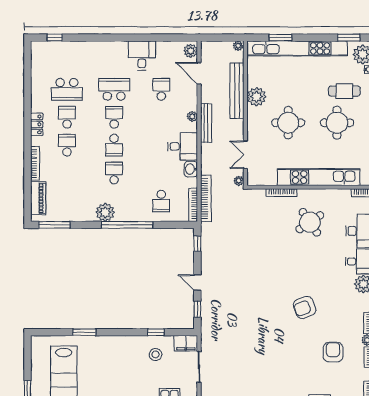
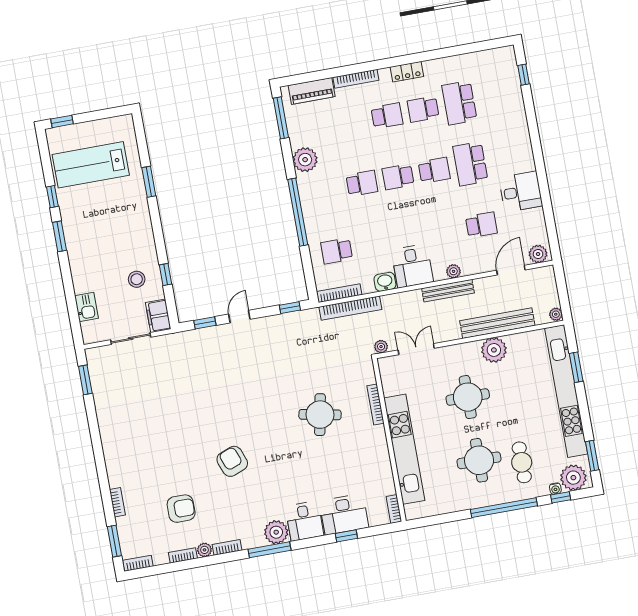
school desk: (114, 89) -> (470, 164), turned 180
school desk: (67, 117) -> (423, 109), turned 180
plant: (105, 212) -> (305, 160), moved
round table: (310, 222) -> (320, 415), moved, turned 45

